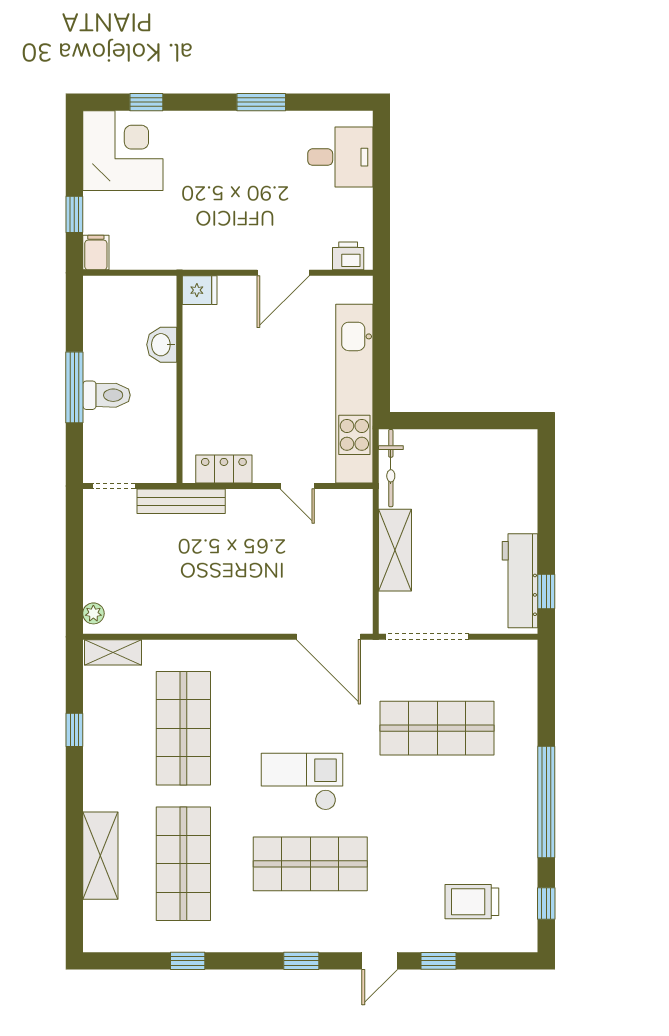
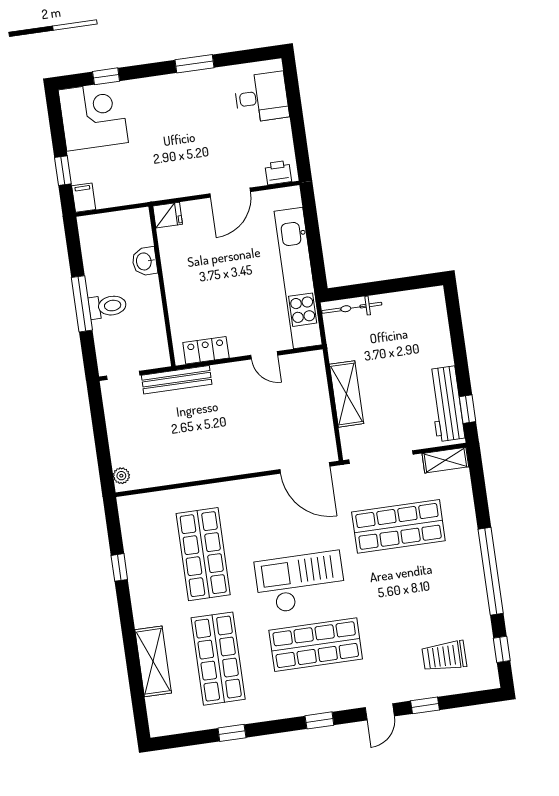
bicycle: (391, 468) -> (352, 308), moved, turned 90
shelving: (113, 652) -> (445, 460), moved
checkout: (302, 782) -> (300, 582), width x1.36, depth x1.21

